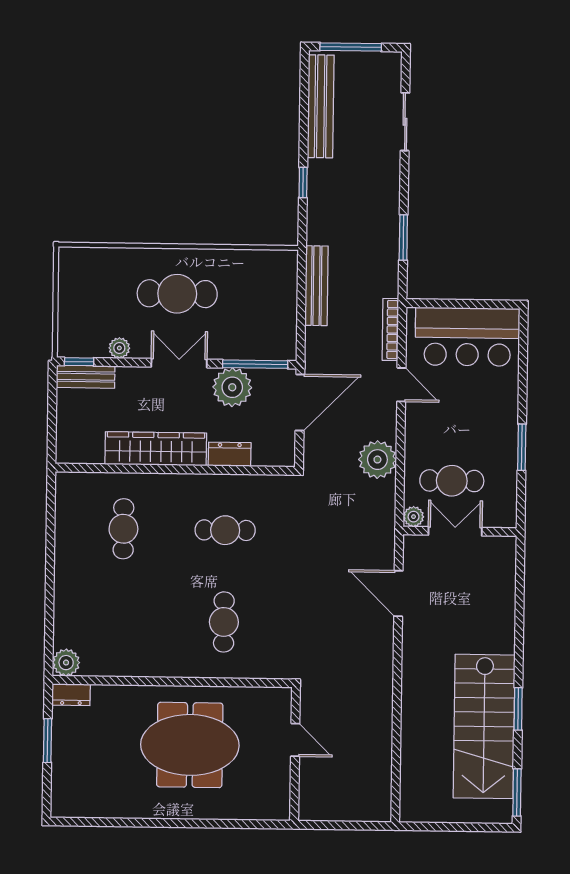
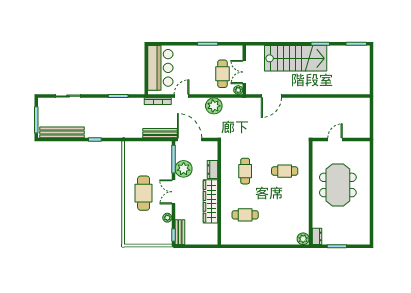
bench: (317, 286) -> (160, 133), moved
stairs: (484, 726) -> (296, 58), moved

